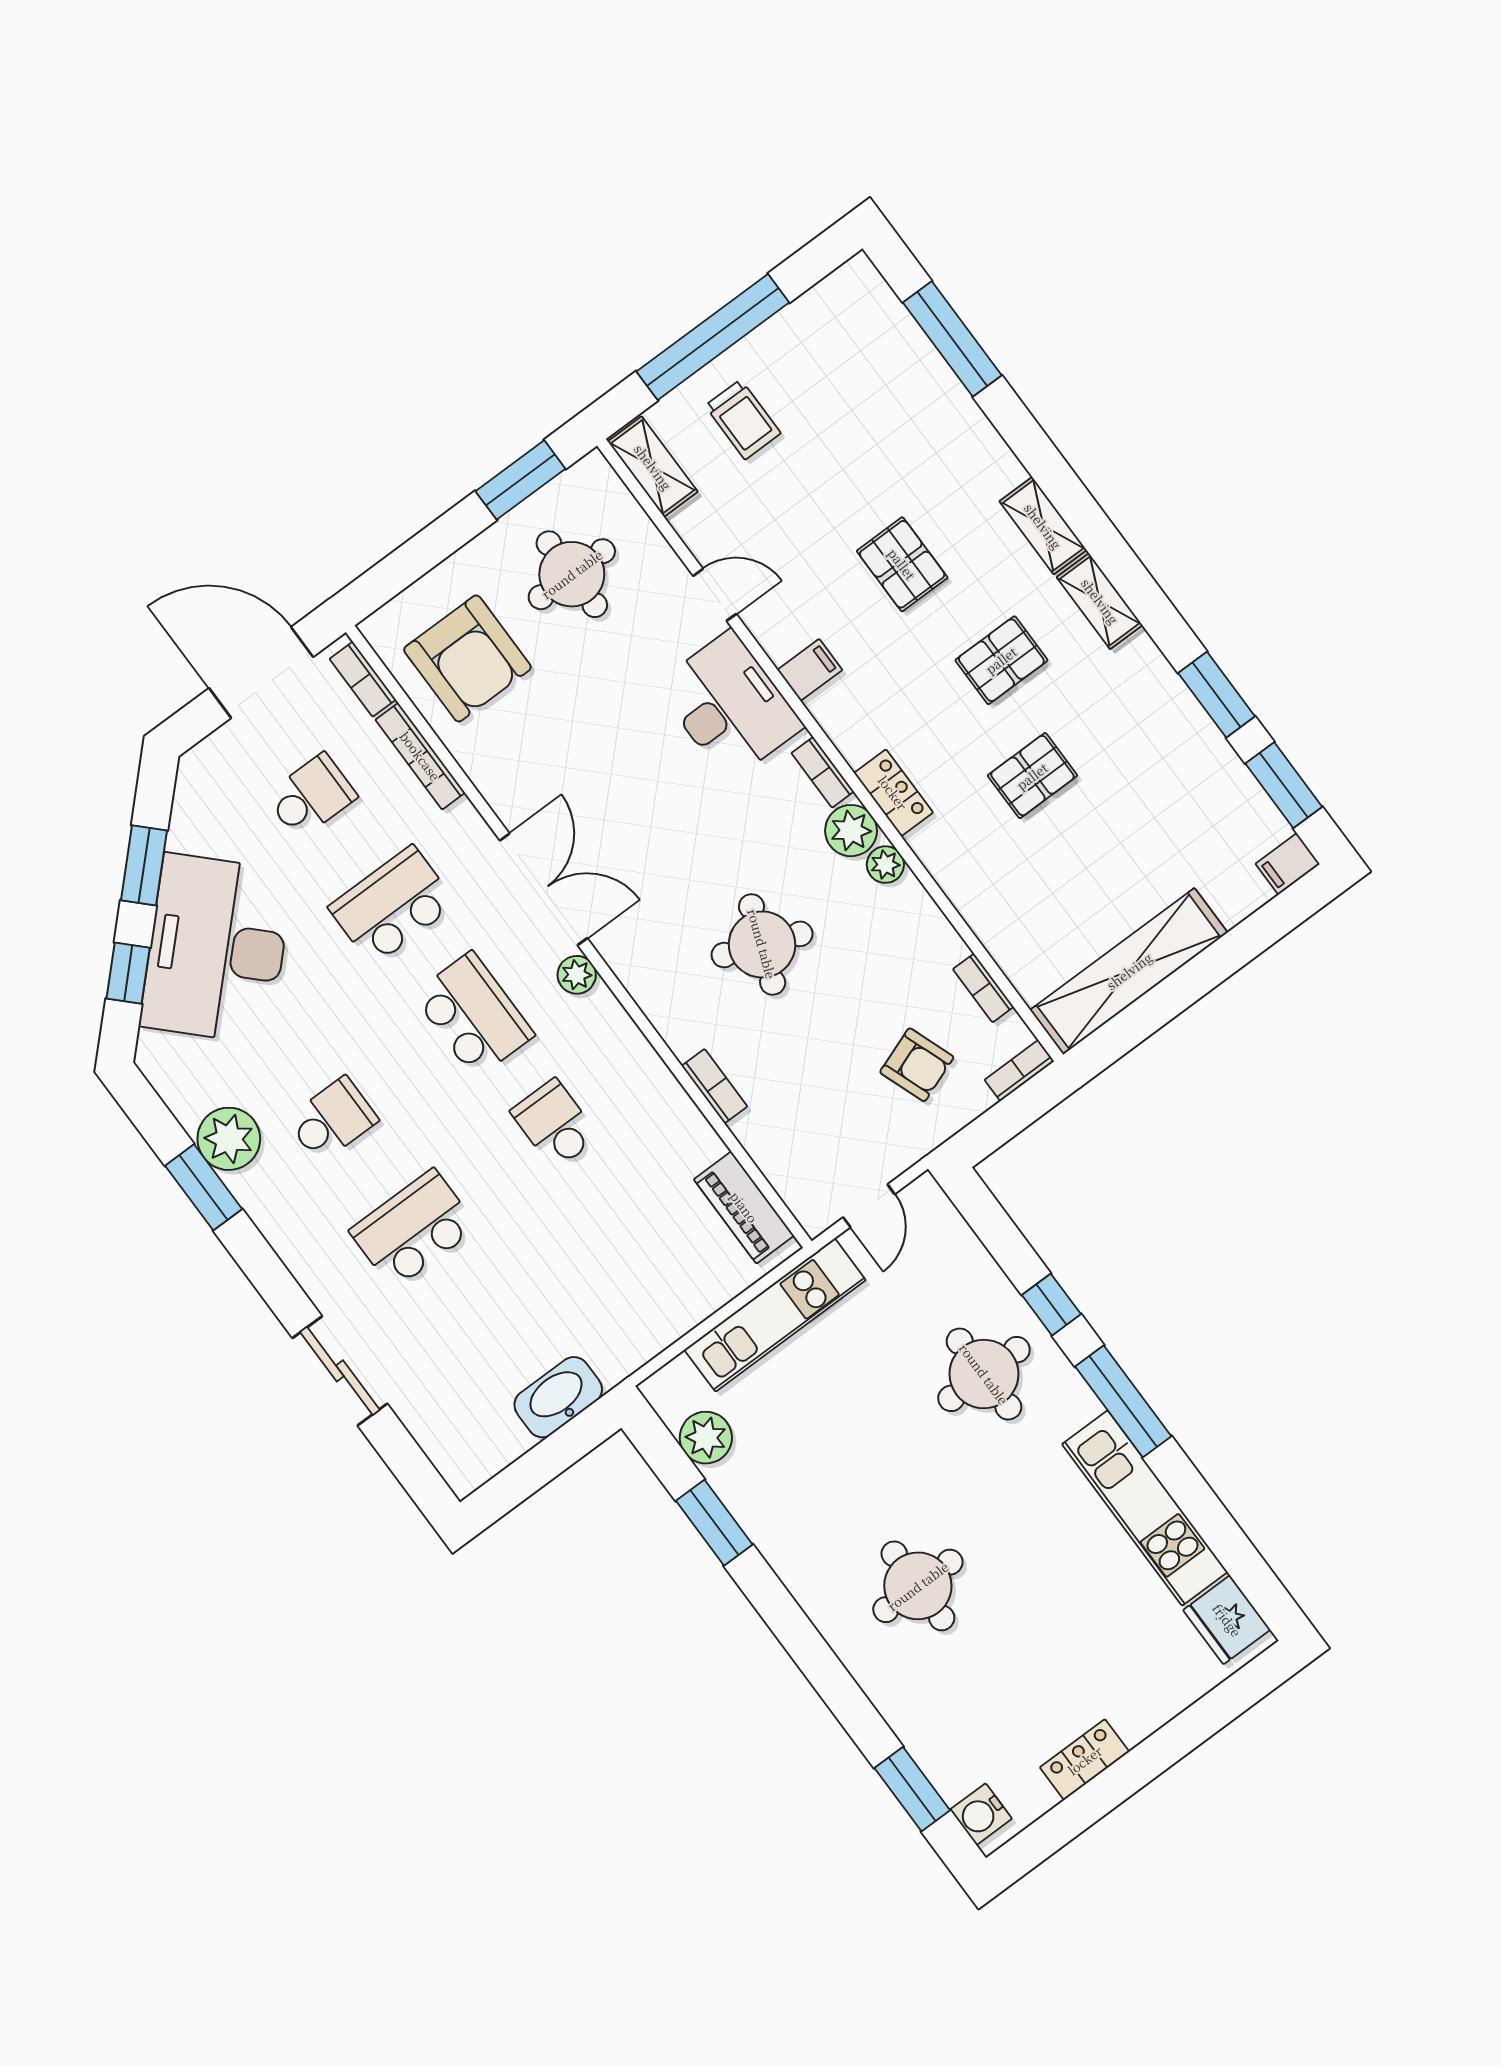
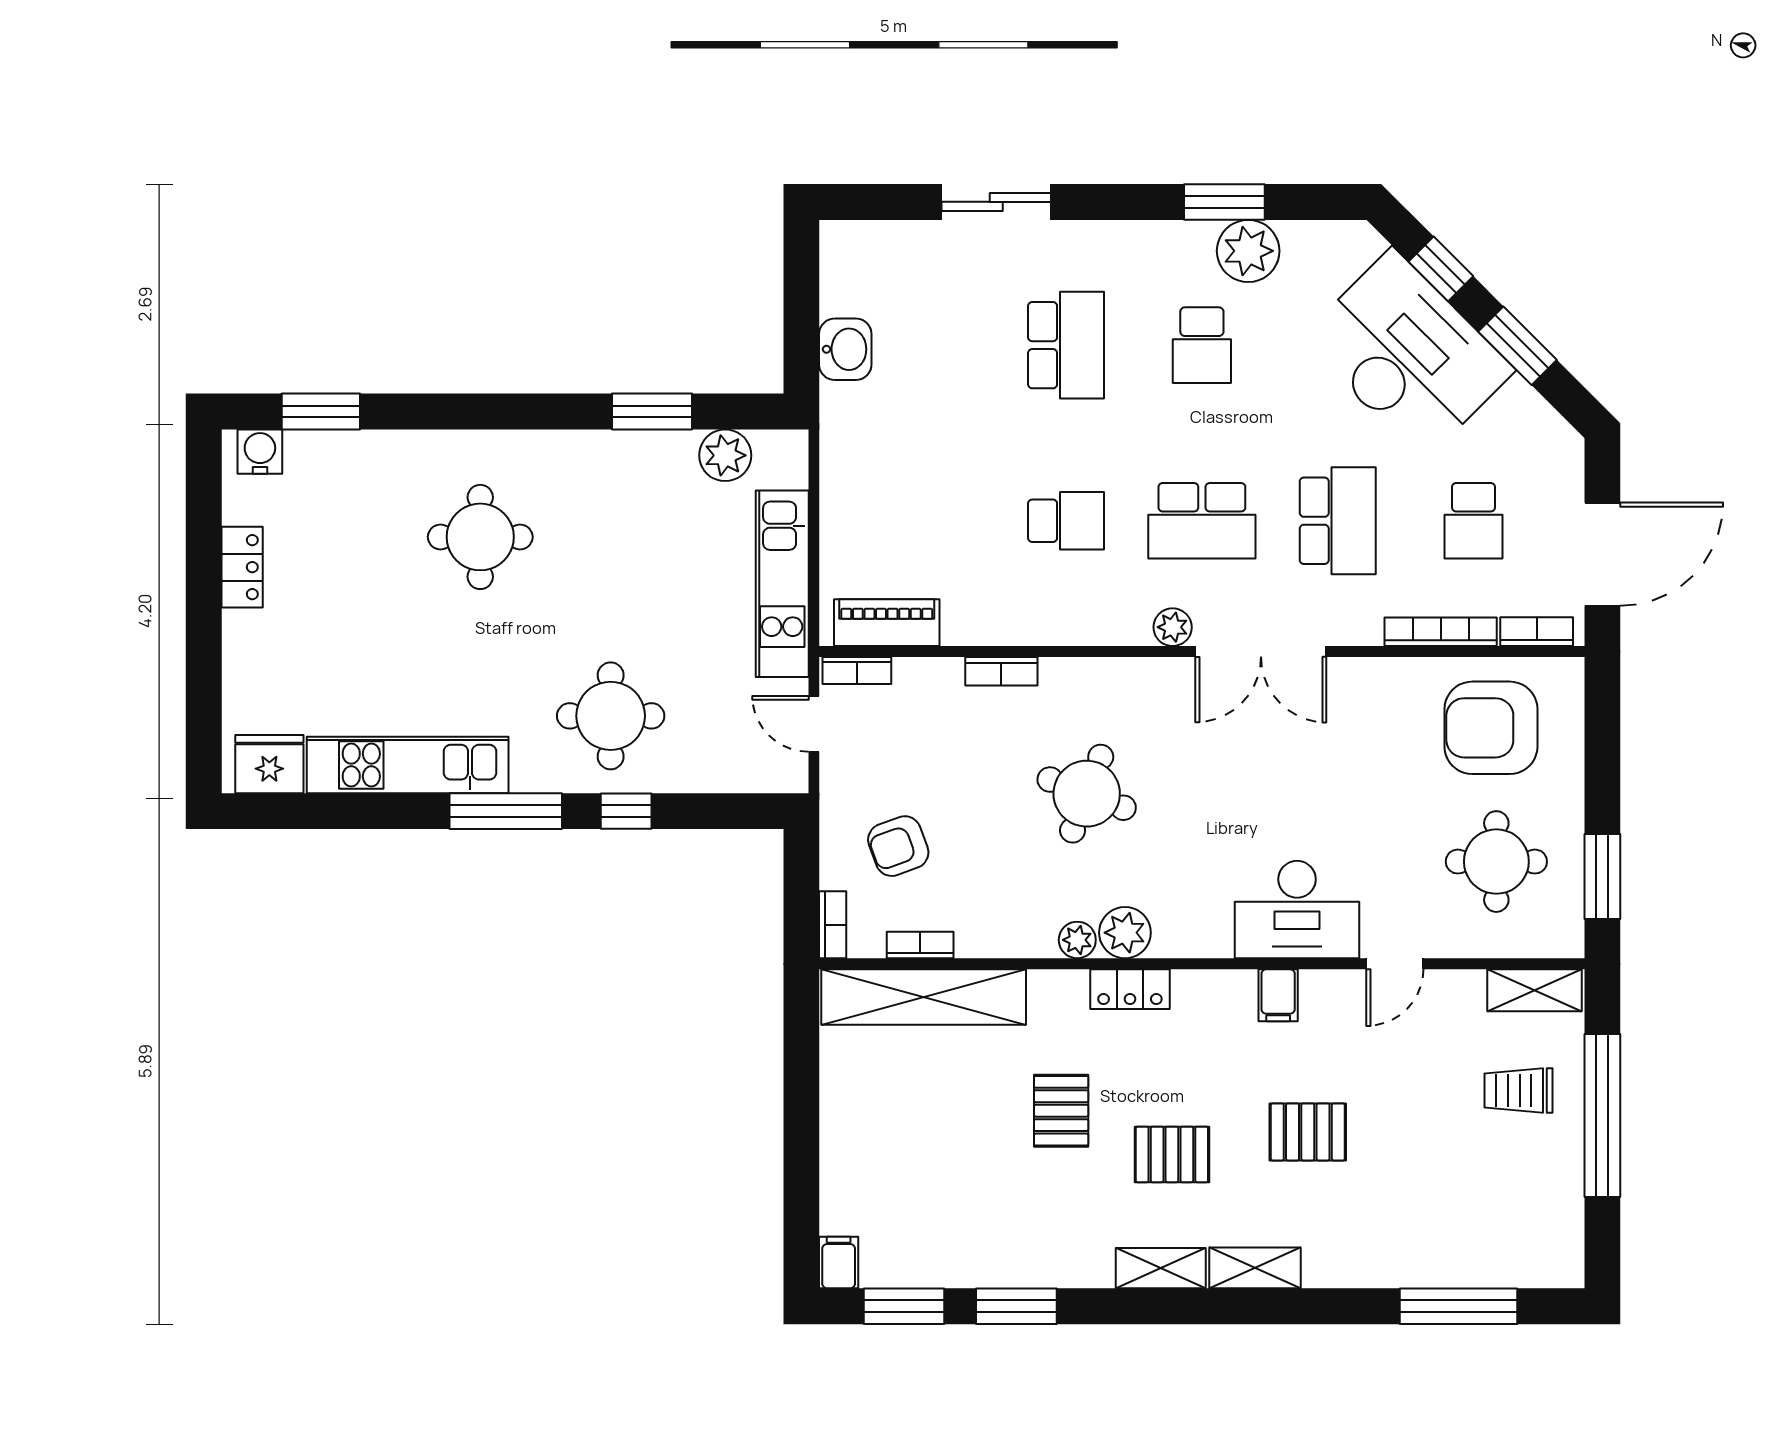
pallet: (1001, 660) -> (1172, 1154), turned 90
bookcase: (823, 772) -> (857, 671), moved, turned 180
shelving: (1129, 971) -> (924, 997), moved, turned 90
washbasin: (558, 1397) -> (845, 349), width x0.72

